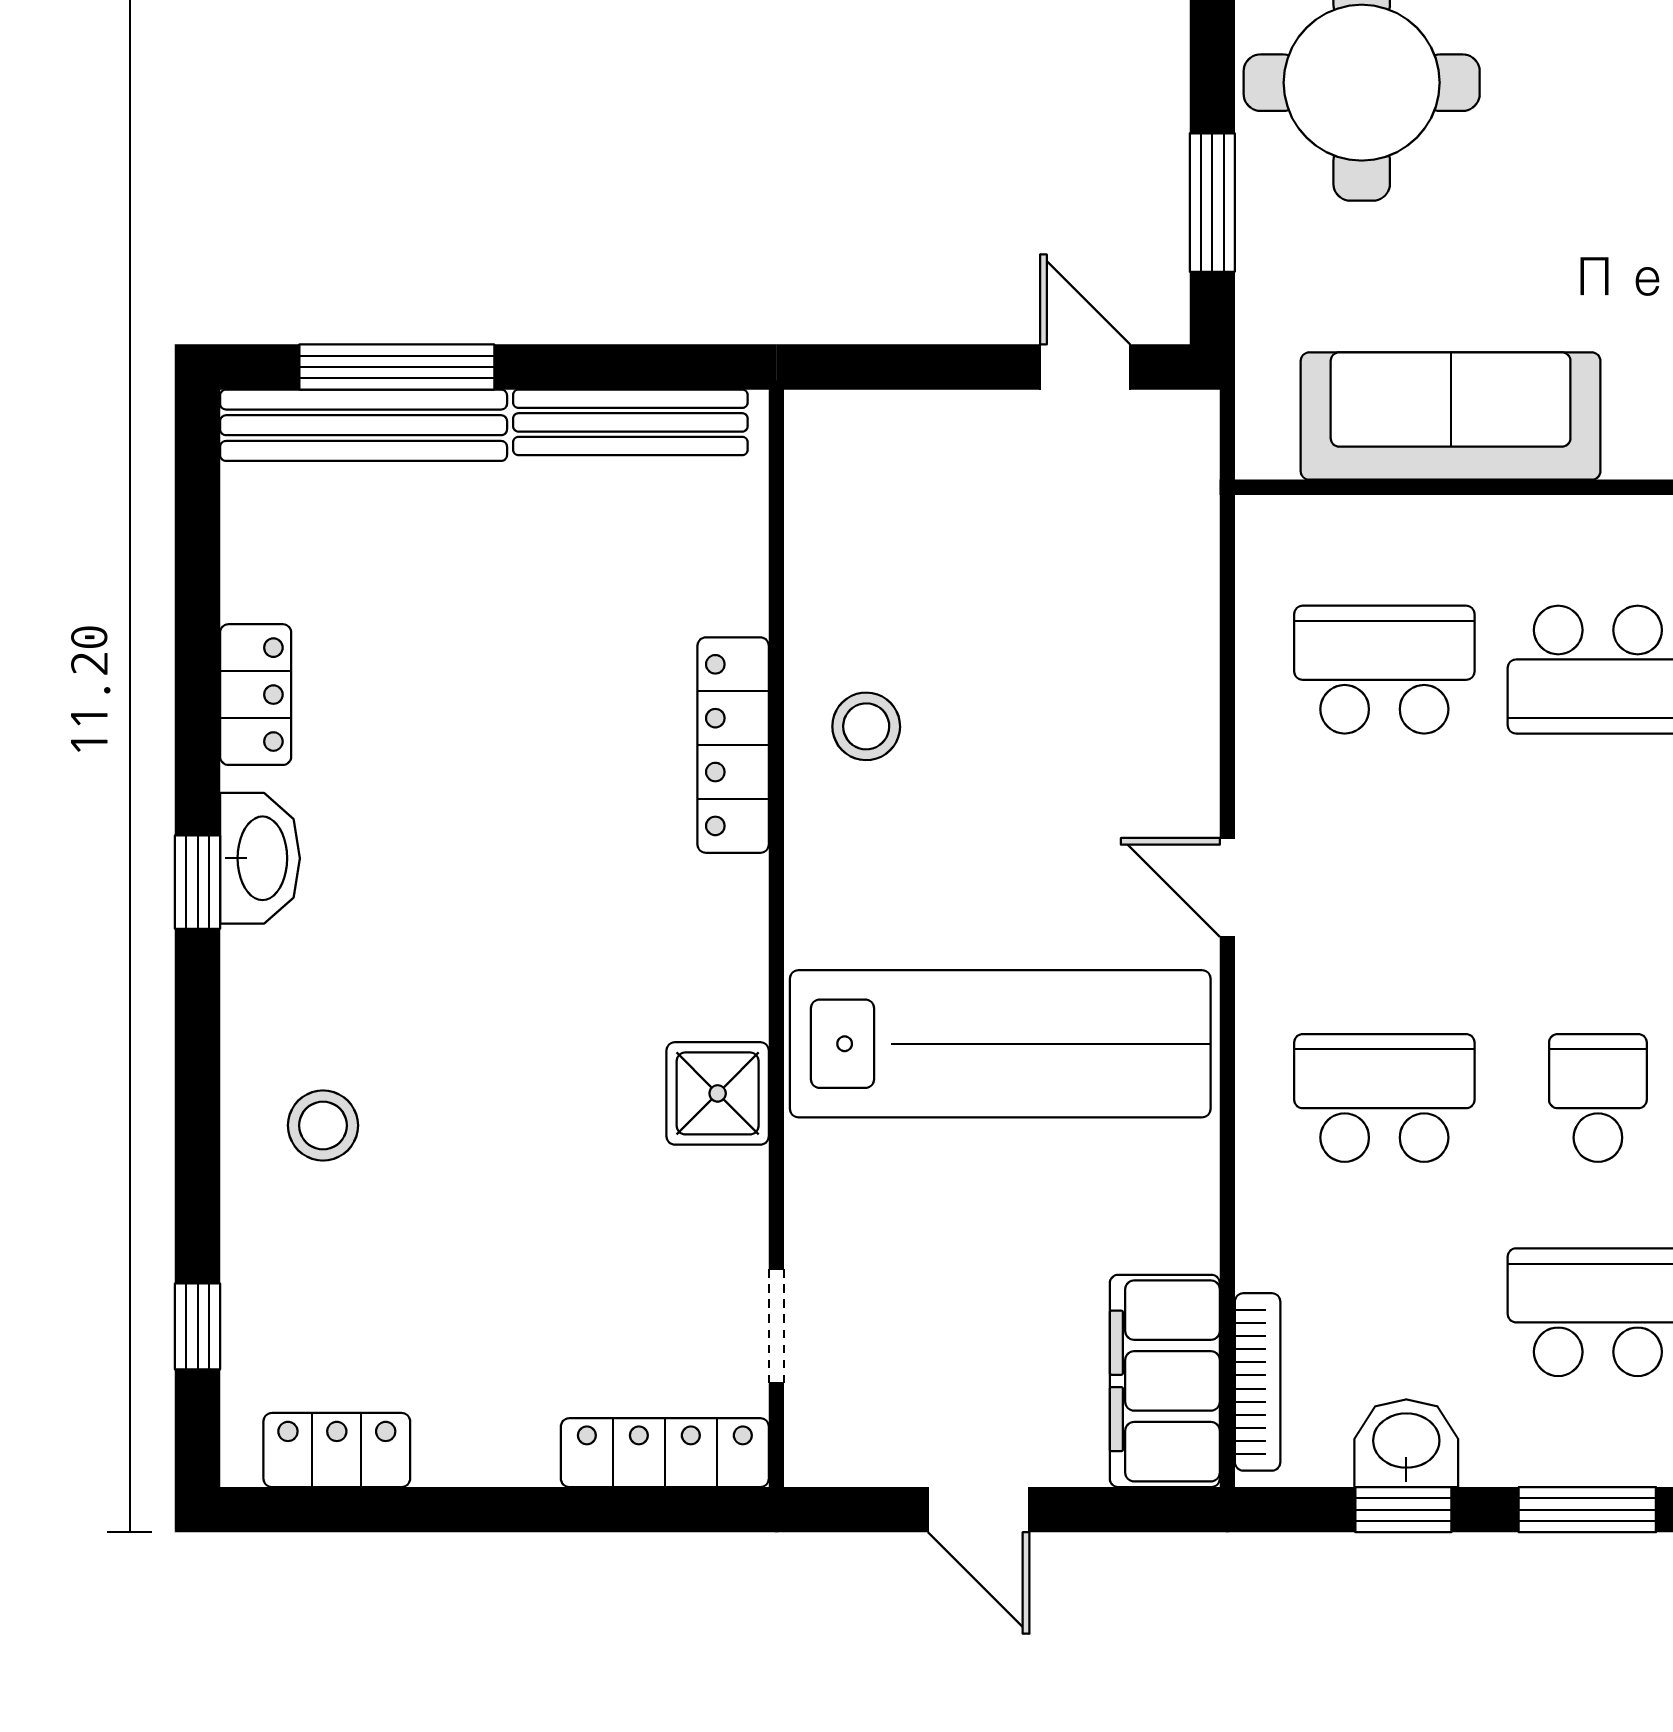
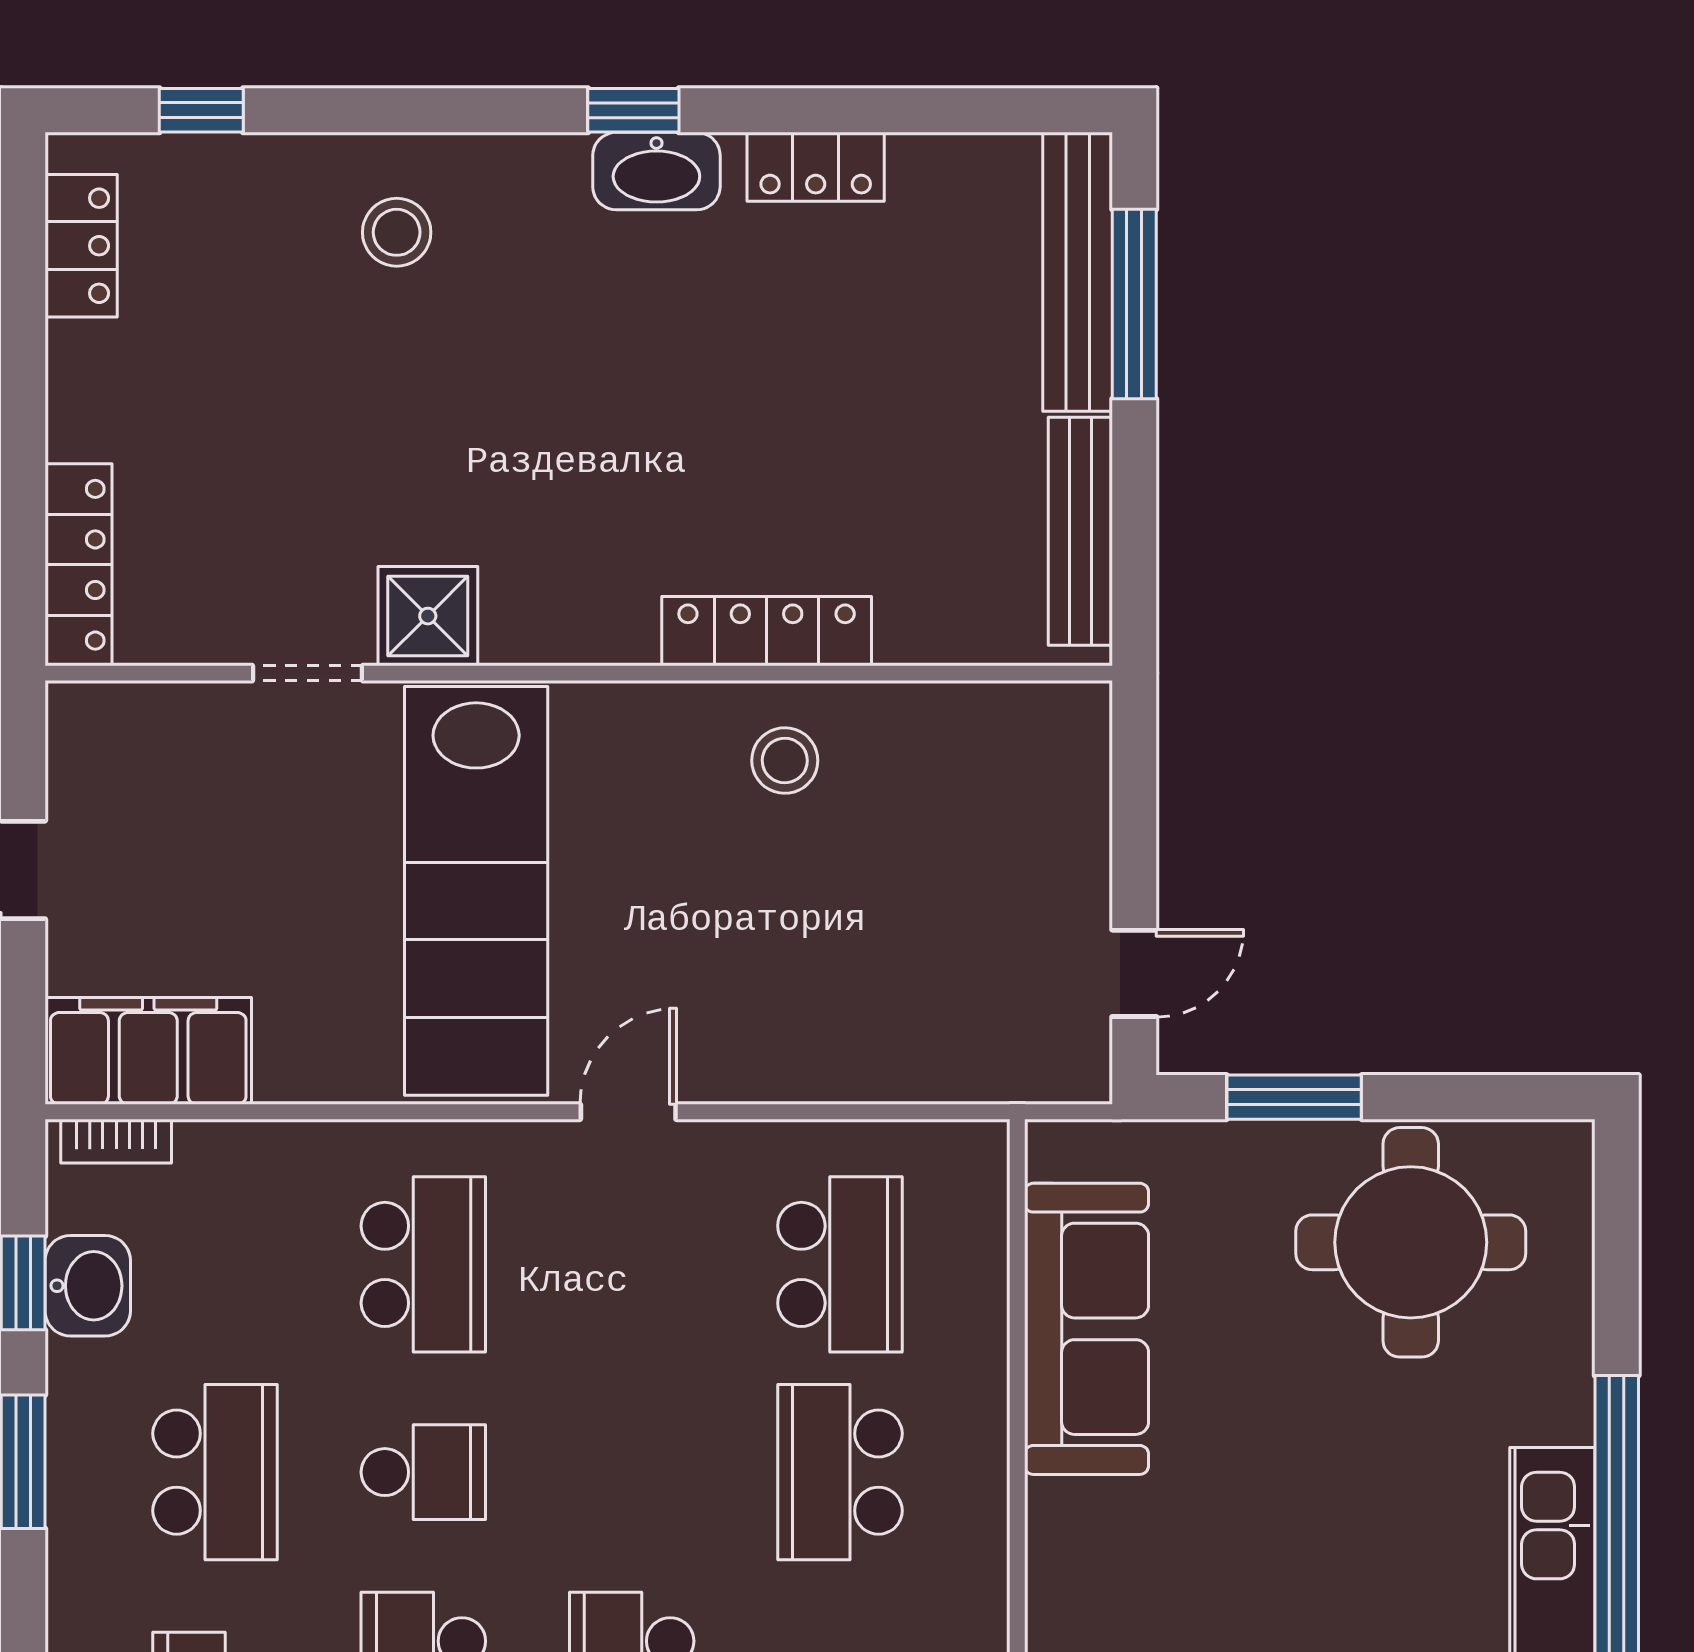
doorway: (776, 1326) -> (308, 673), moved
bookcase: (1258, 1382) -> (116, 1141), width x0.64

